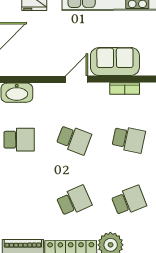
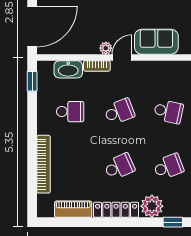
plant: (59, 69) -> (106, 48), added
bookcase: (125, 89) -> (97, 66), moved
school desk: (74, 139) -> (119, 112), turned -42

